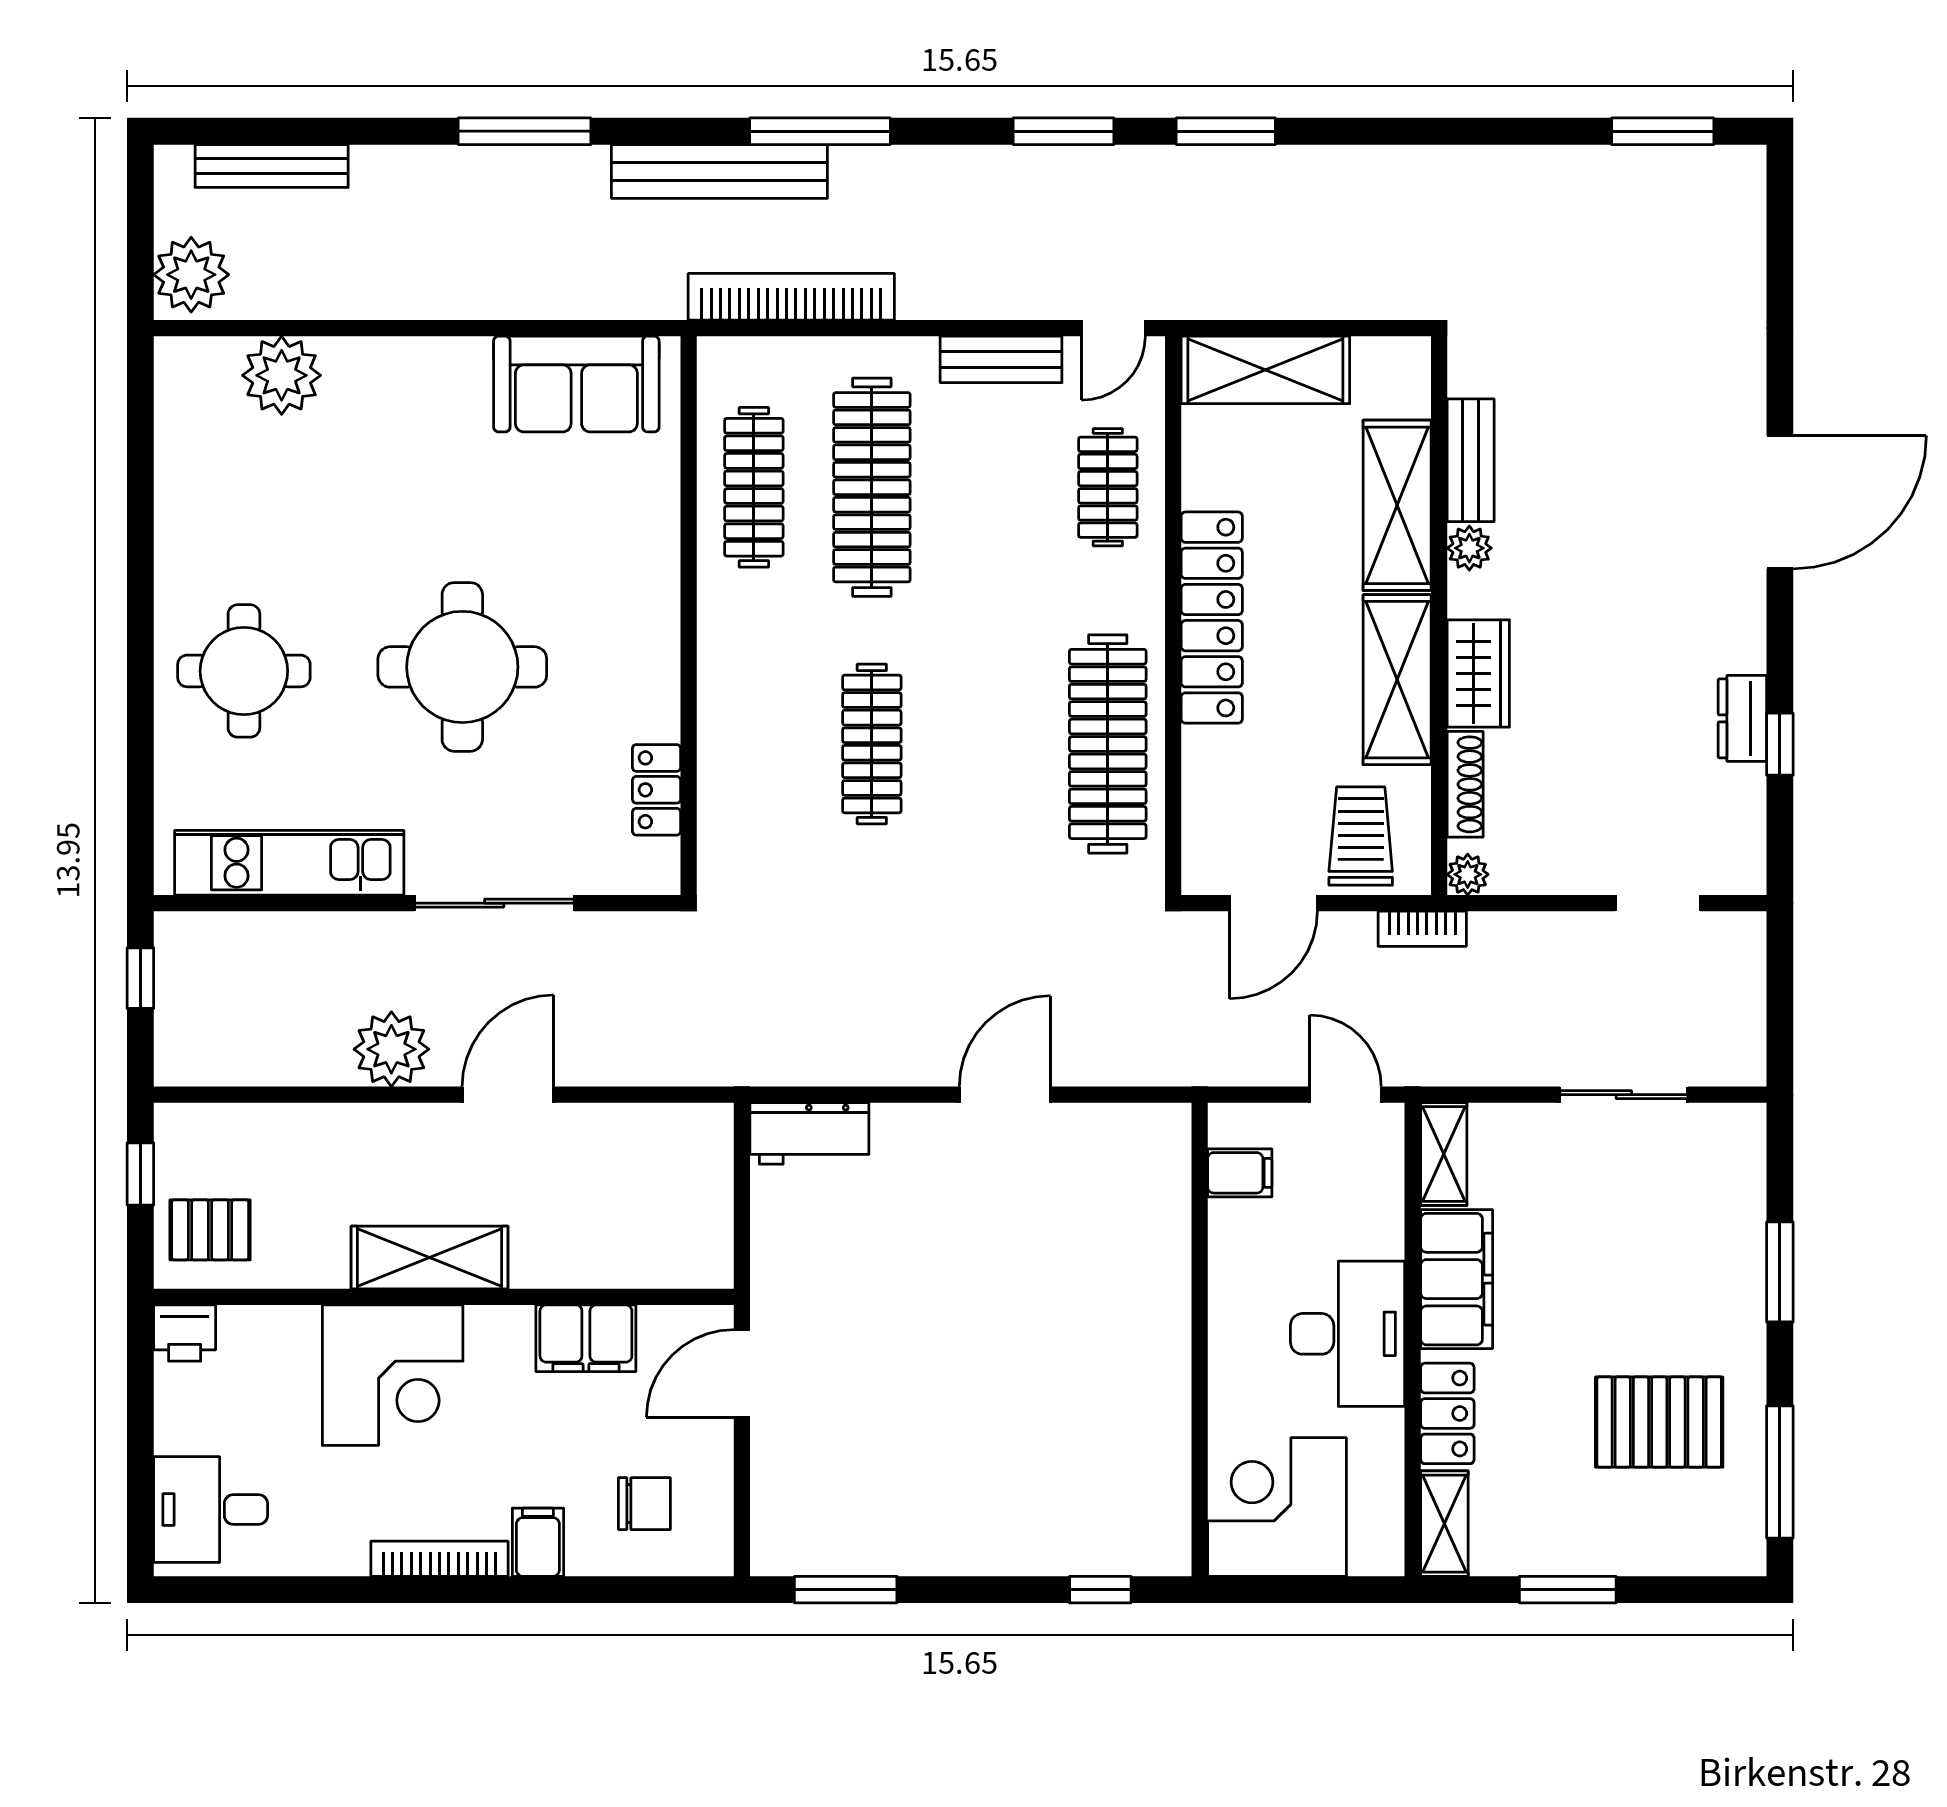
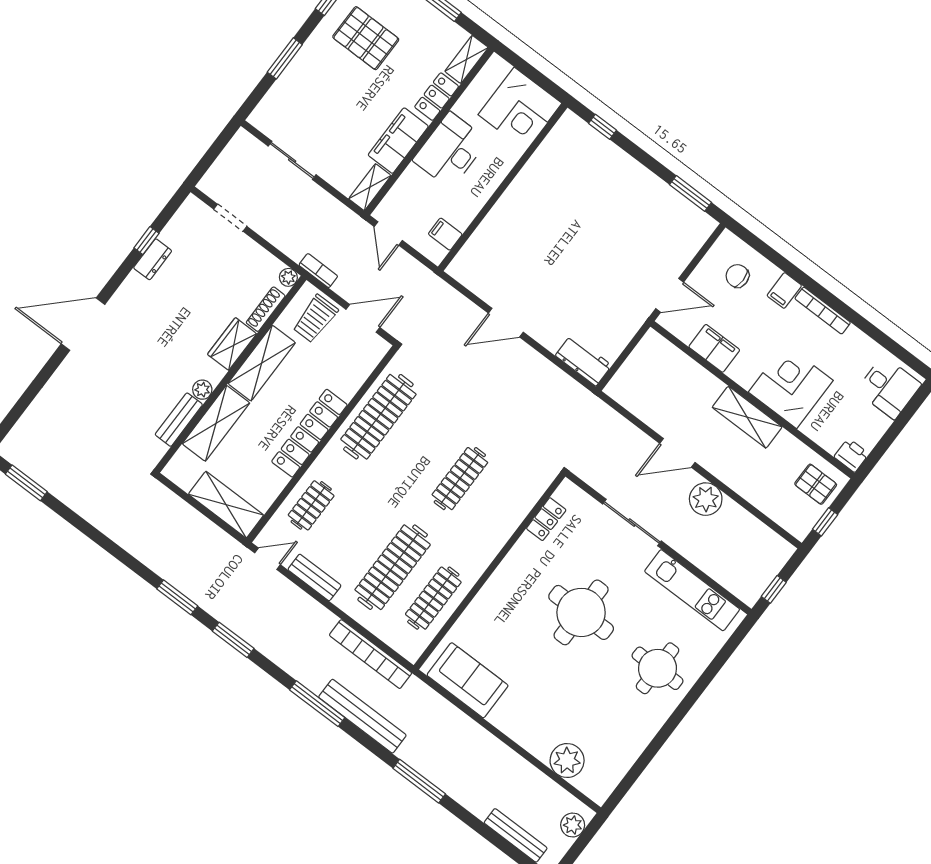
plant: (191, 275) -> (573, 825), width x0.73, depth x0.73

